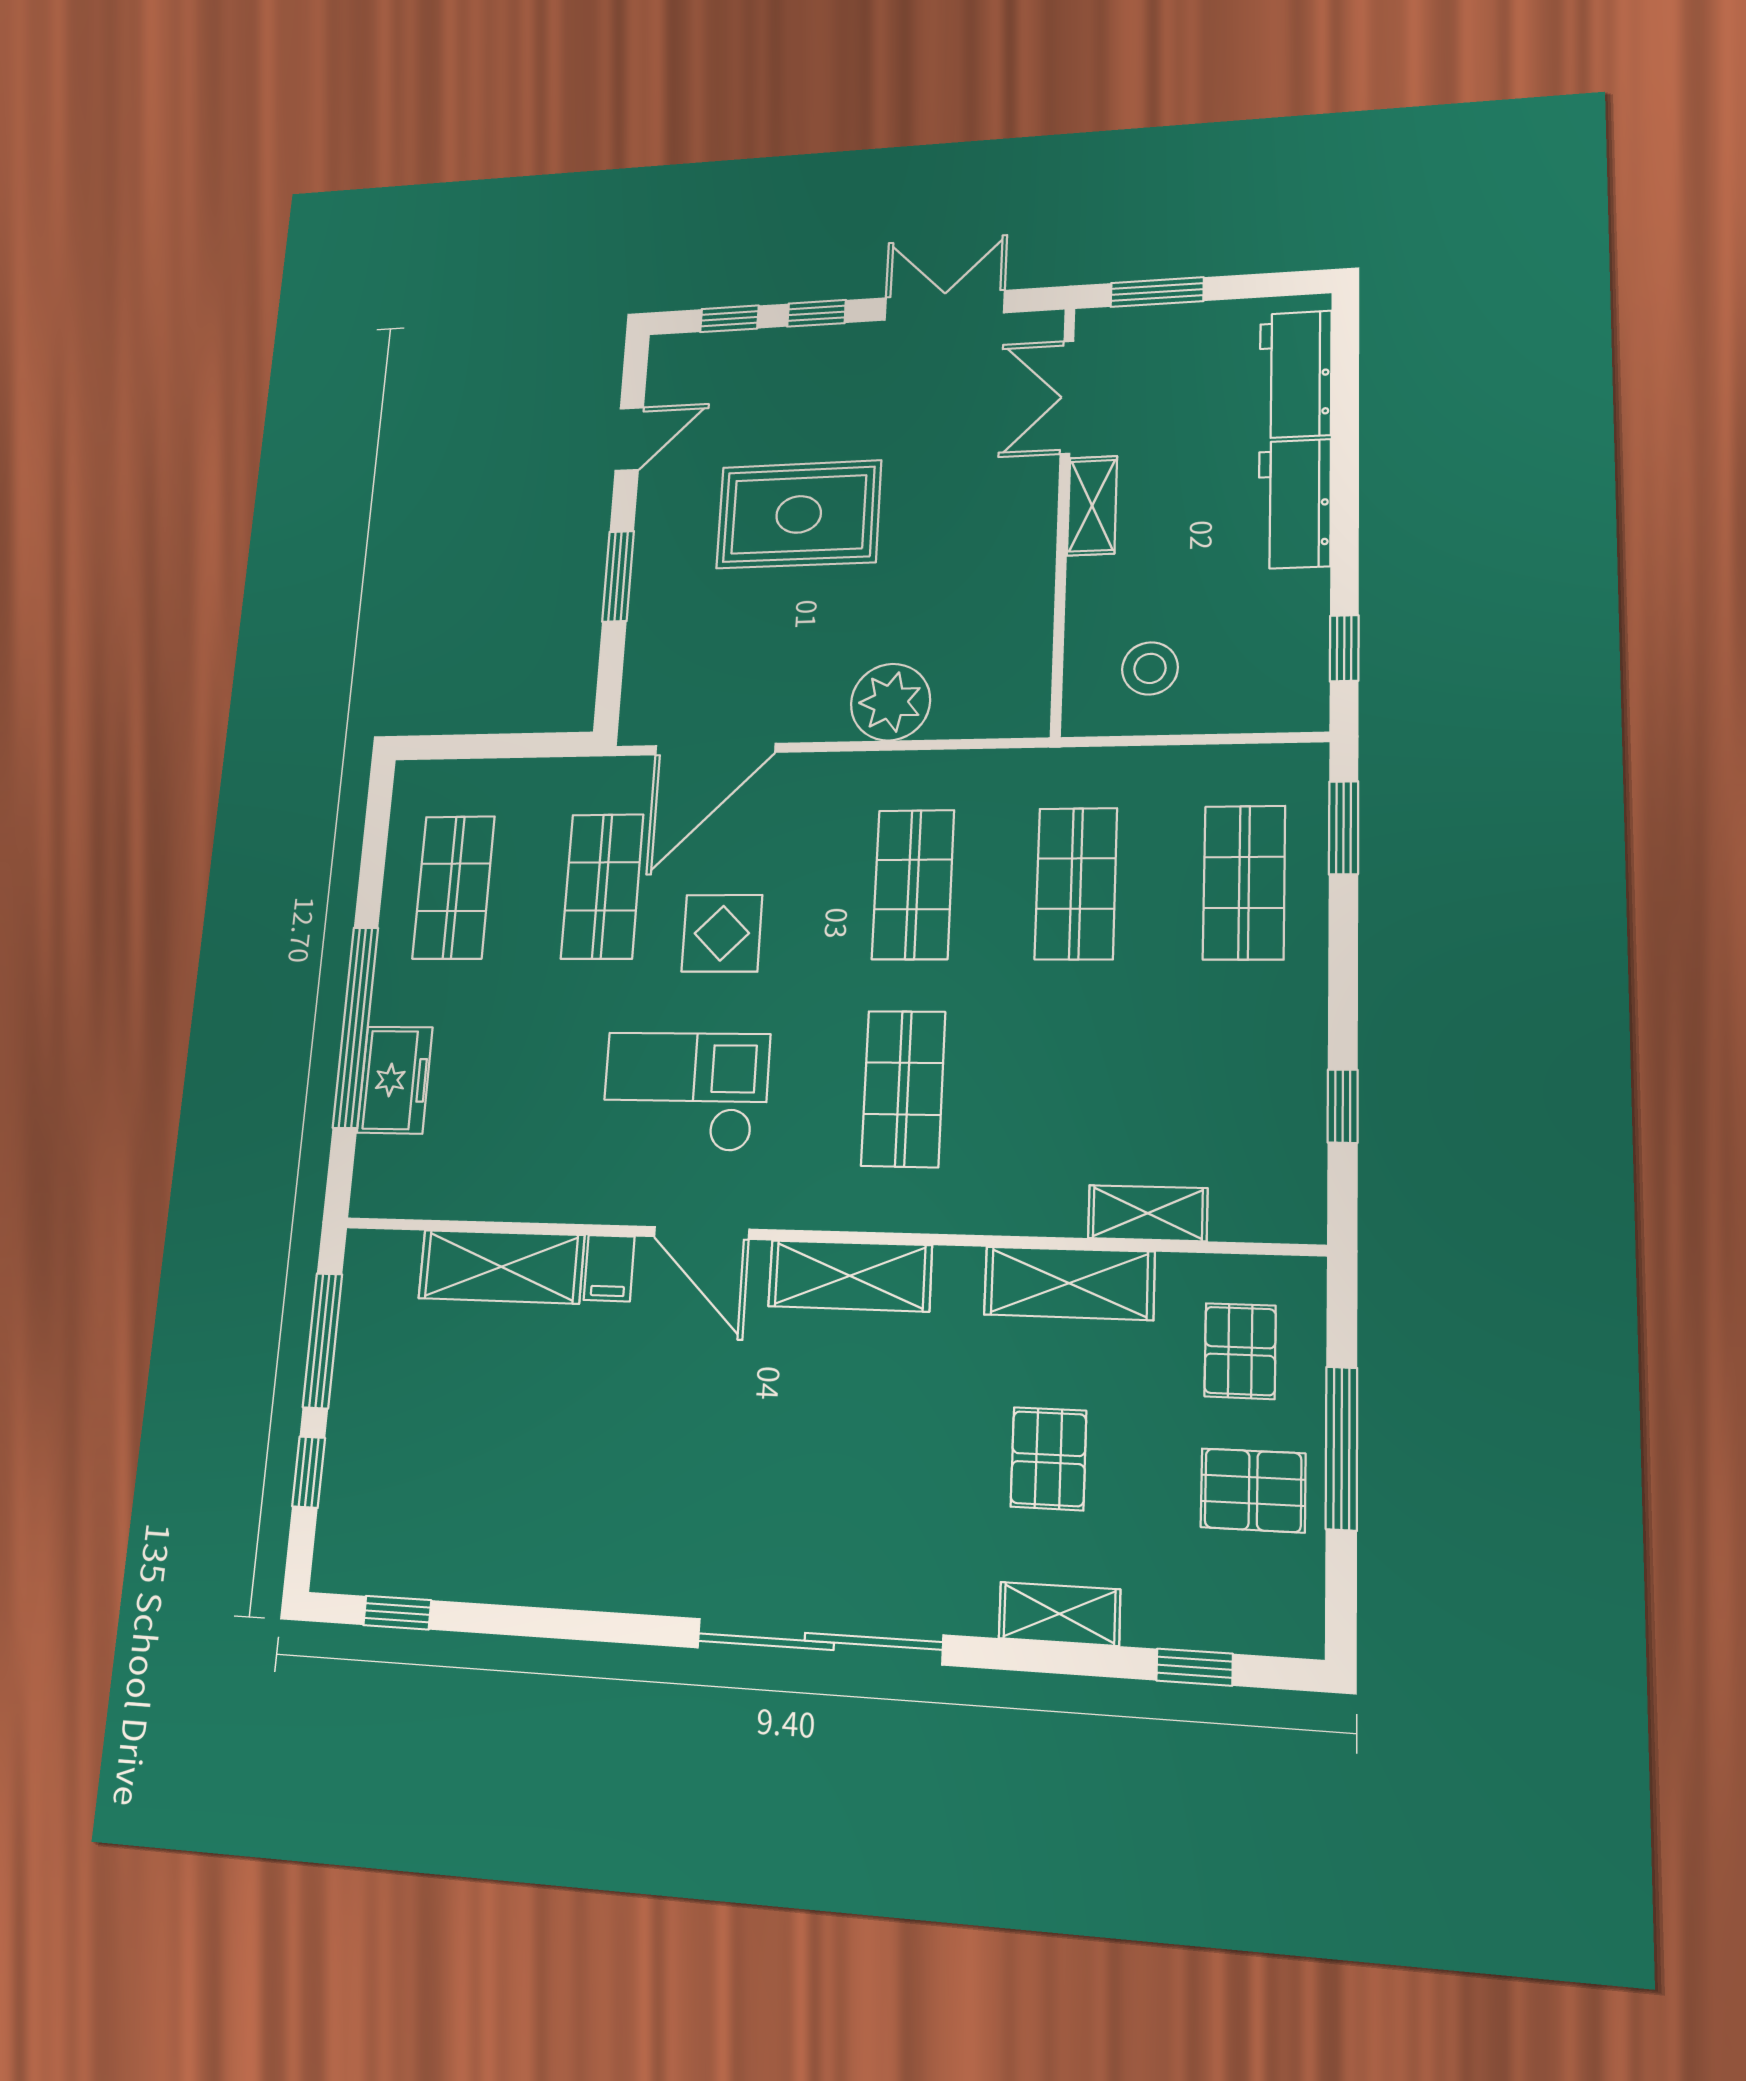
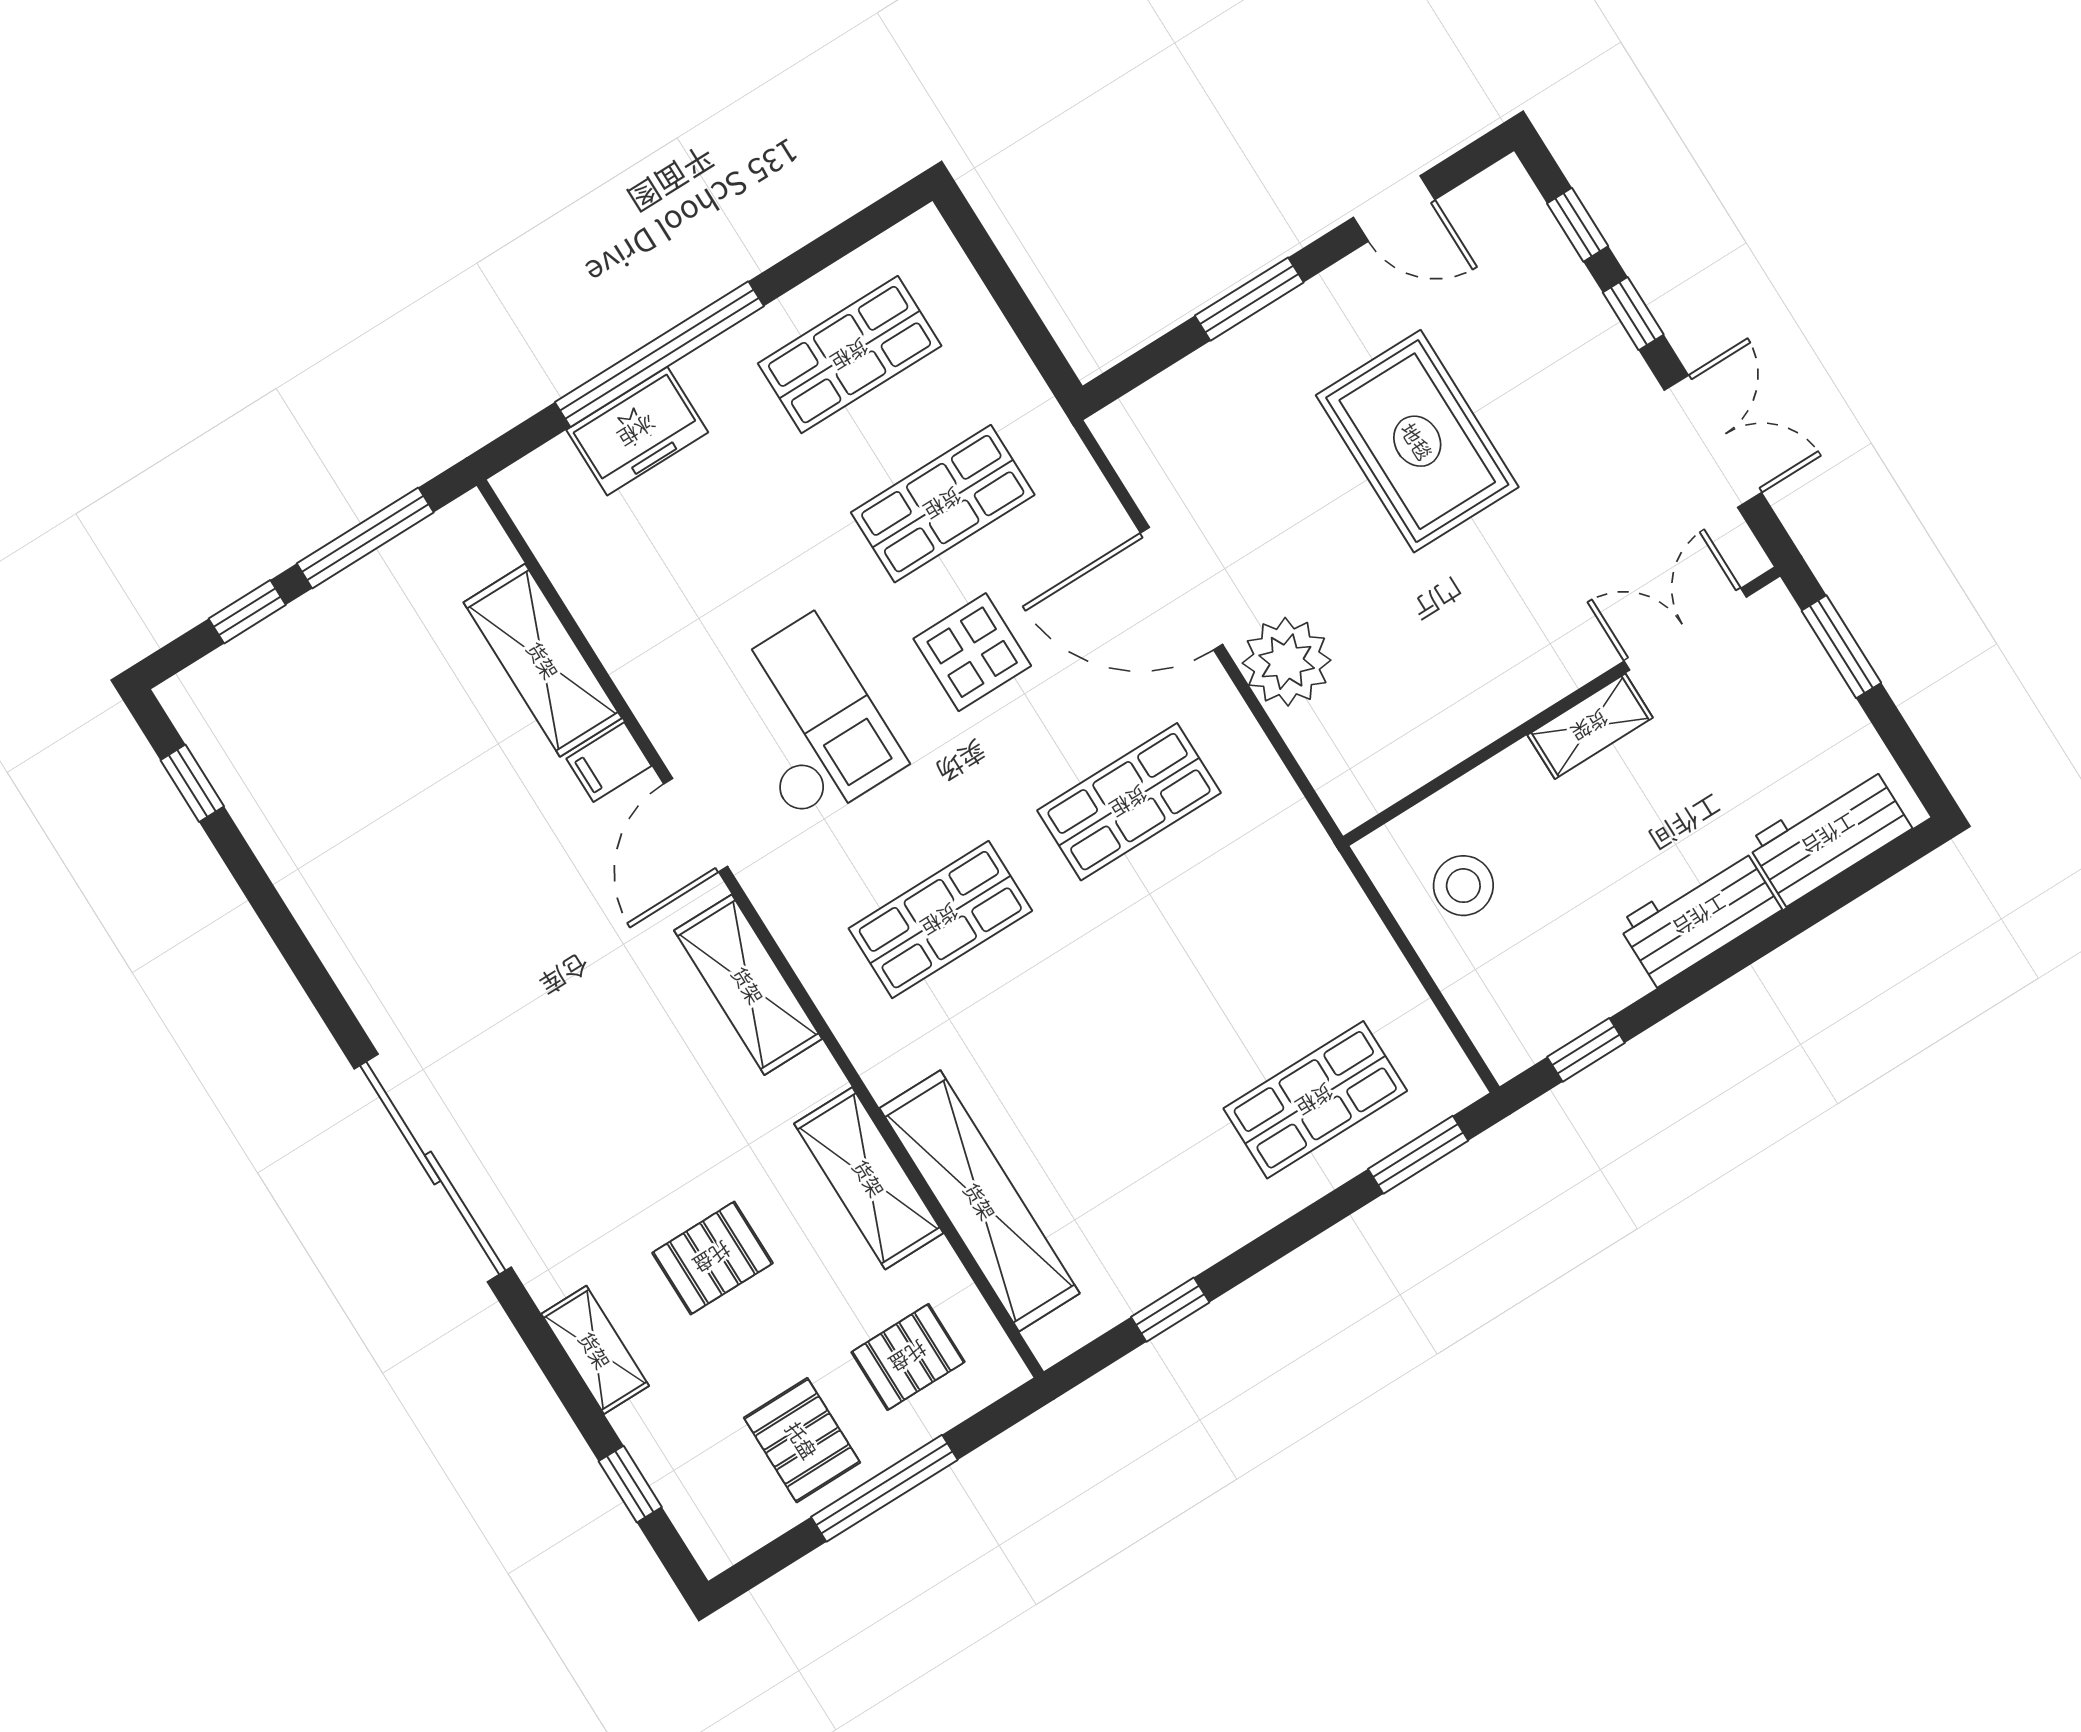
door: (715, 749) -> (1182, 589), moved
shop shelf: (1076, 883) -> (1222, 951), removed
shelving: (1148, 1213) -> (980, 1201), width x2.20, depth x1.33

